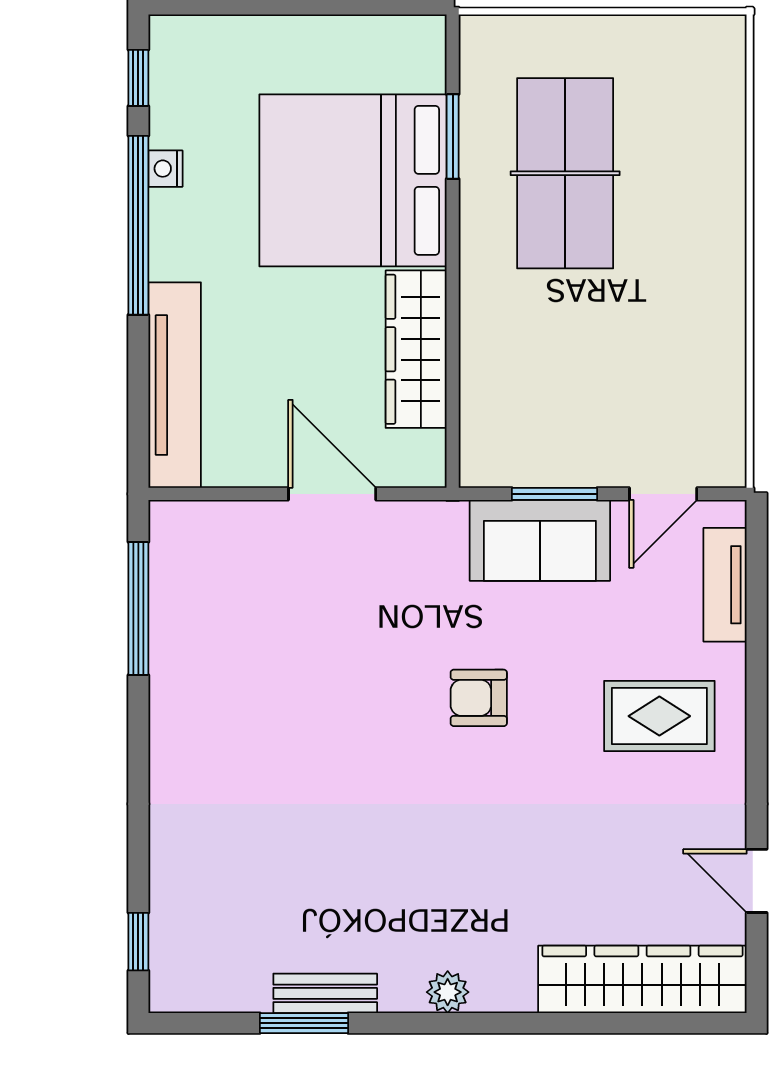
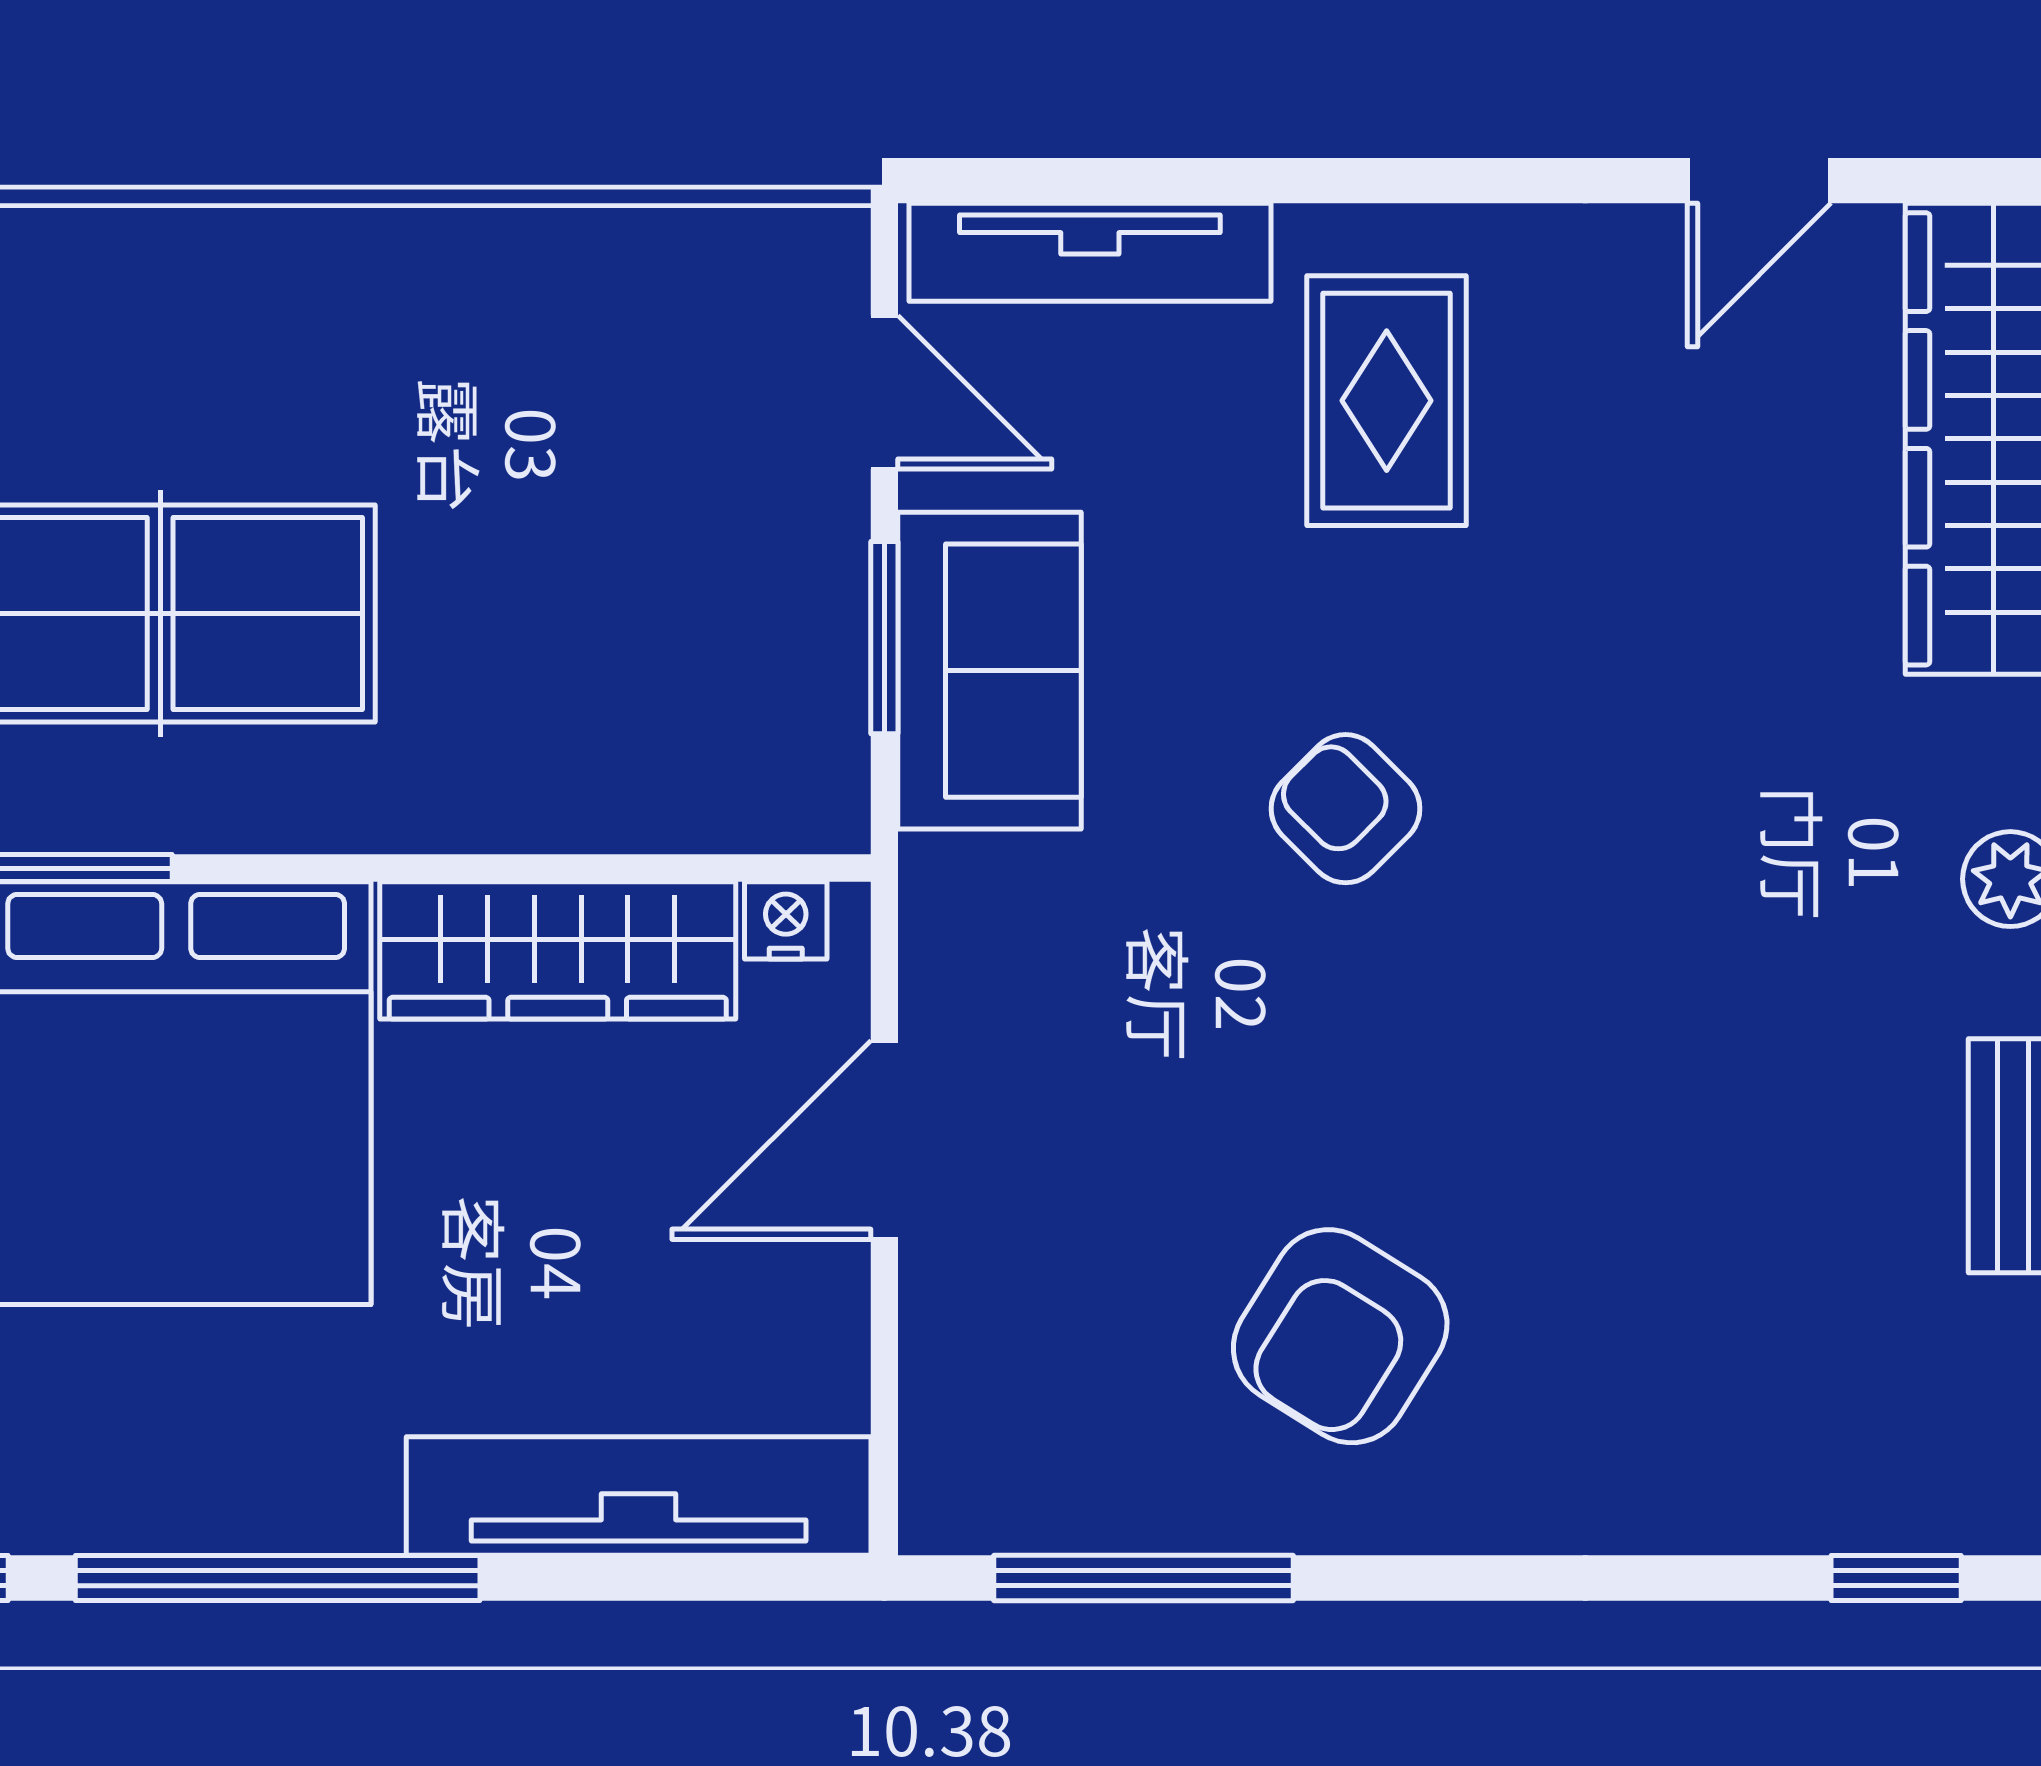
nightstand: (165, 169) -> (786, 920), moved, turned 180
tv unit: (725, 585) -> (1090, 252), width x1.41
armchair: (245, 695) -> (1340, 1336), added
armchair: (479, 698) -> (1346, 809), turned 135

